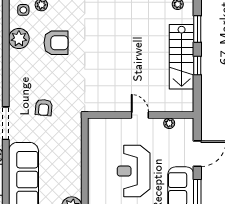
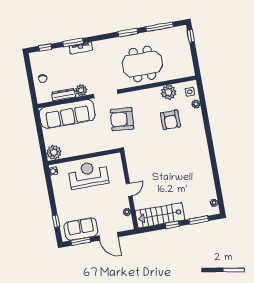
stairs: (182, 57) -> (160, 215), moved
armchair: (44, 107) -> (122, 119), width x1.88, depth x1.88
reception desk: (134, 171) -> (88, 175), moved

